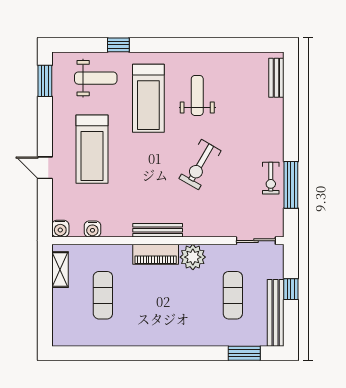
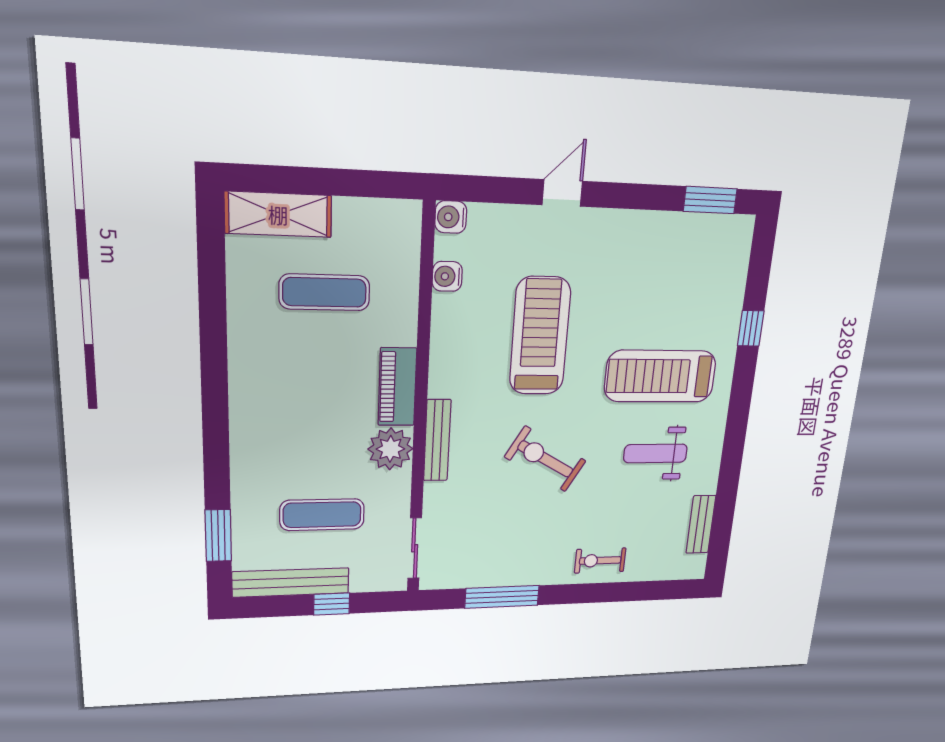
weight bench: (96, 78) -> (703, 289), removed
bench: (276, 78) -> (701, 524), moved, turned 90
weight bench: (197, 95) -> (655, 453), turned 180
treadmill: (92, 149) -> (540, 336), moved, turned 90
exercise bike: (271, 178) -> (600, 560), moved
bench: (158, 230) -> (437, 440), moved
shelving: (60, 270) -> (278, 214), moved, width x1.50, depth x1.33

